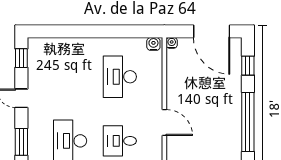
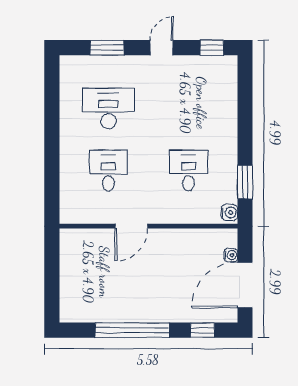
window: (129, 31) -> (245, 182), added
water cooler: (172, 43) -> (231, 255), moved
desk: (120, 77) -> (188, 171), width x0.73

